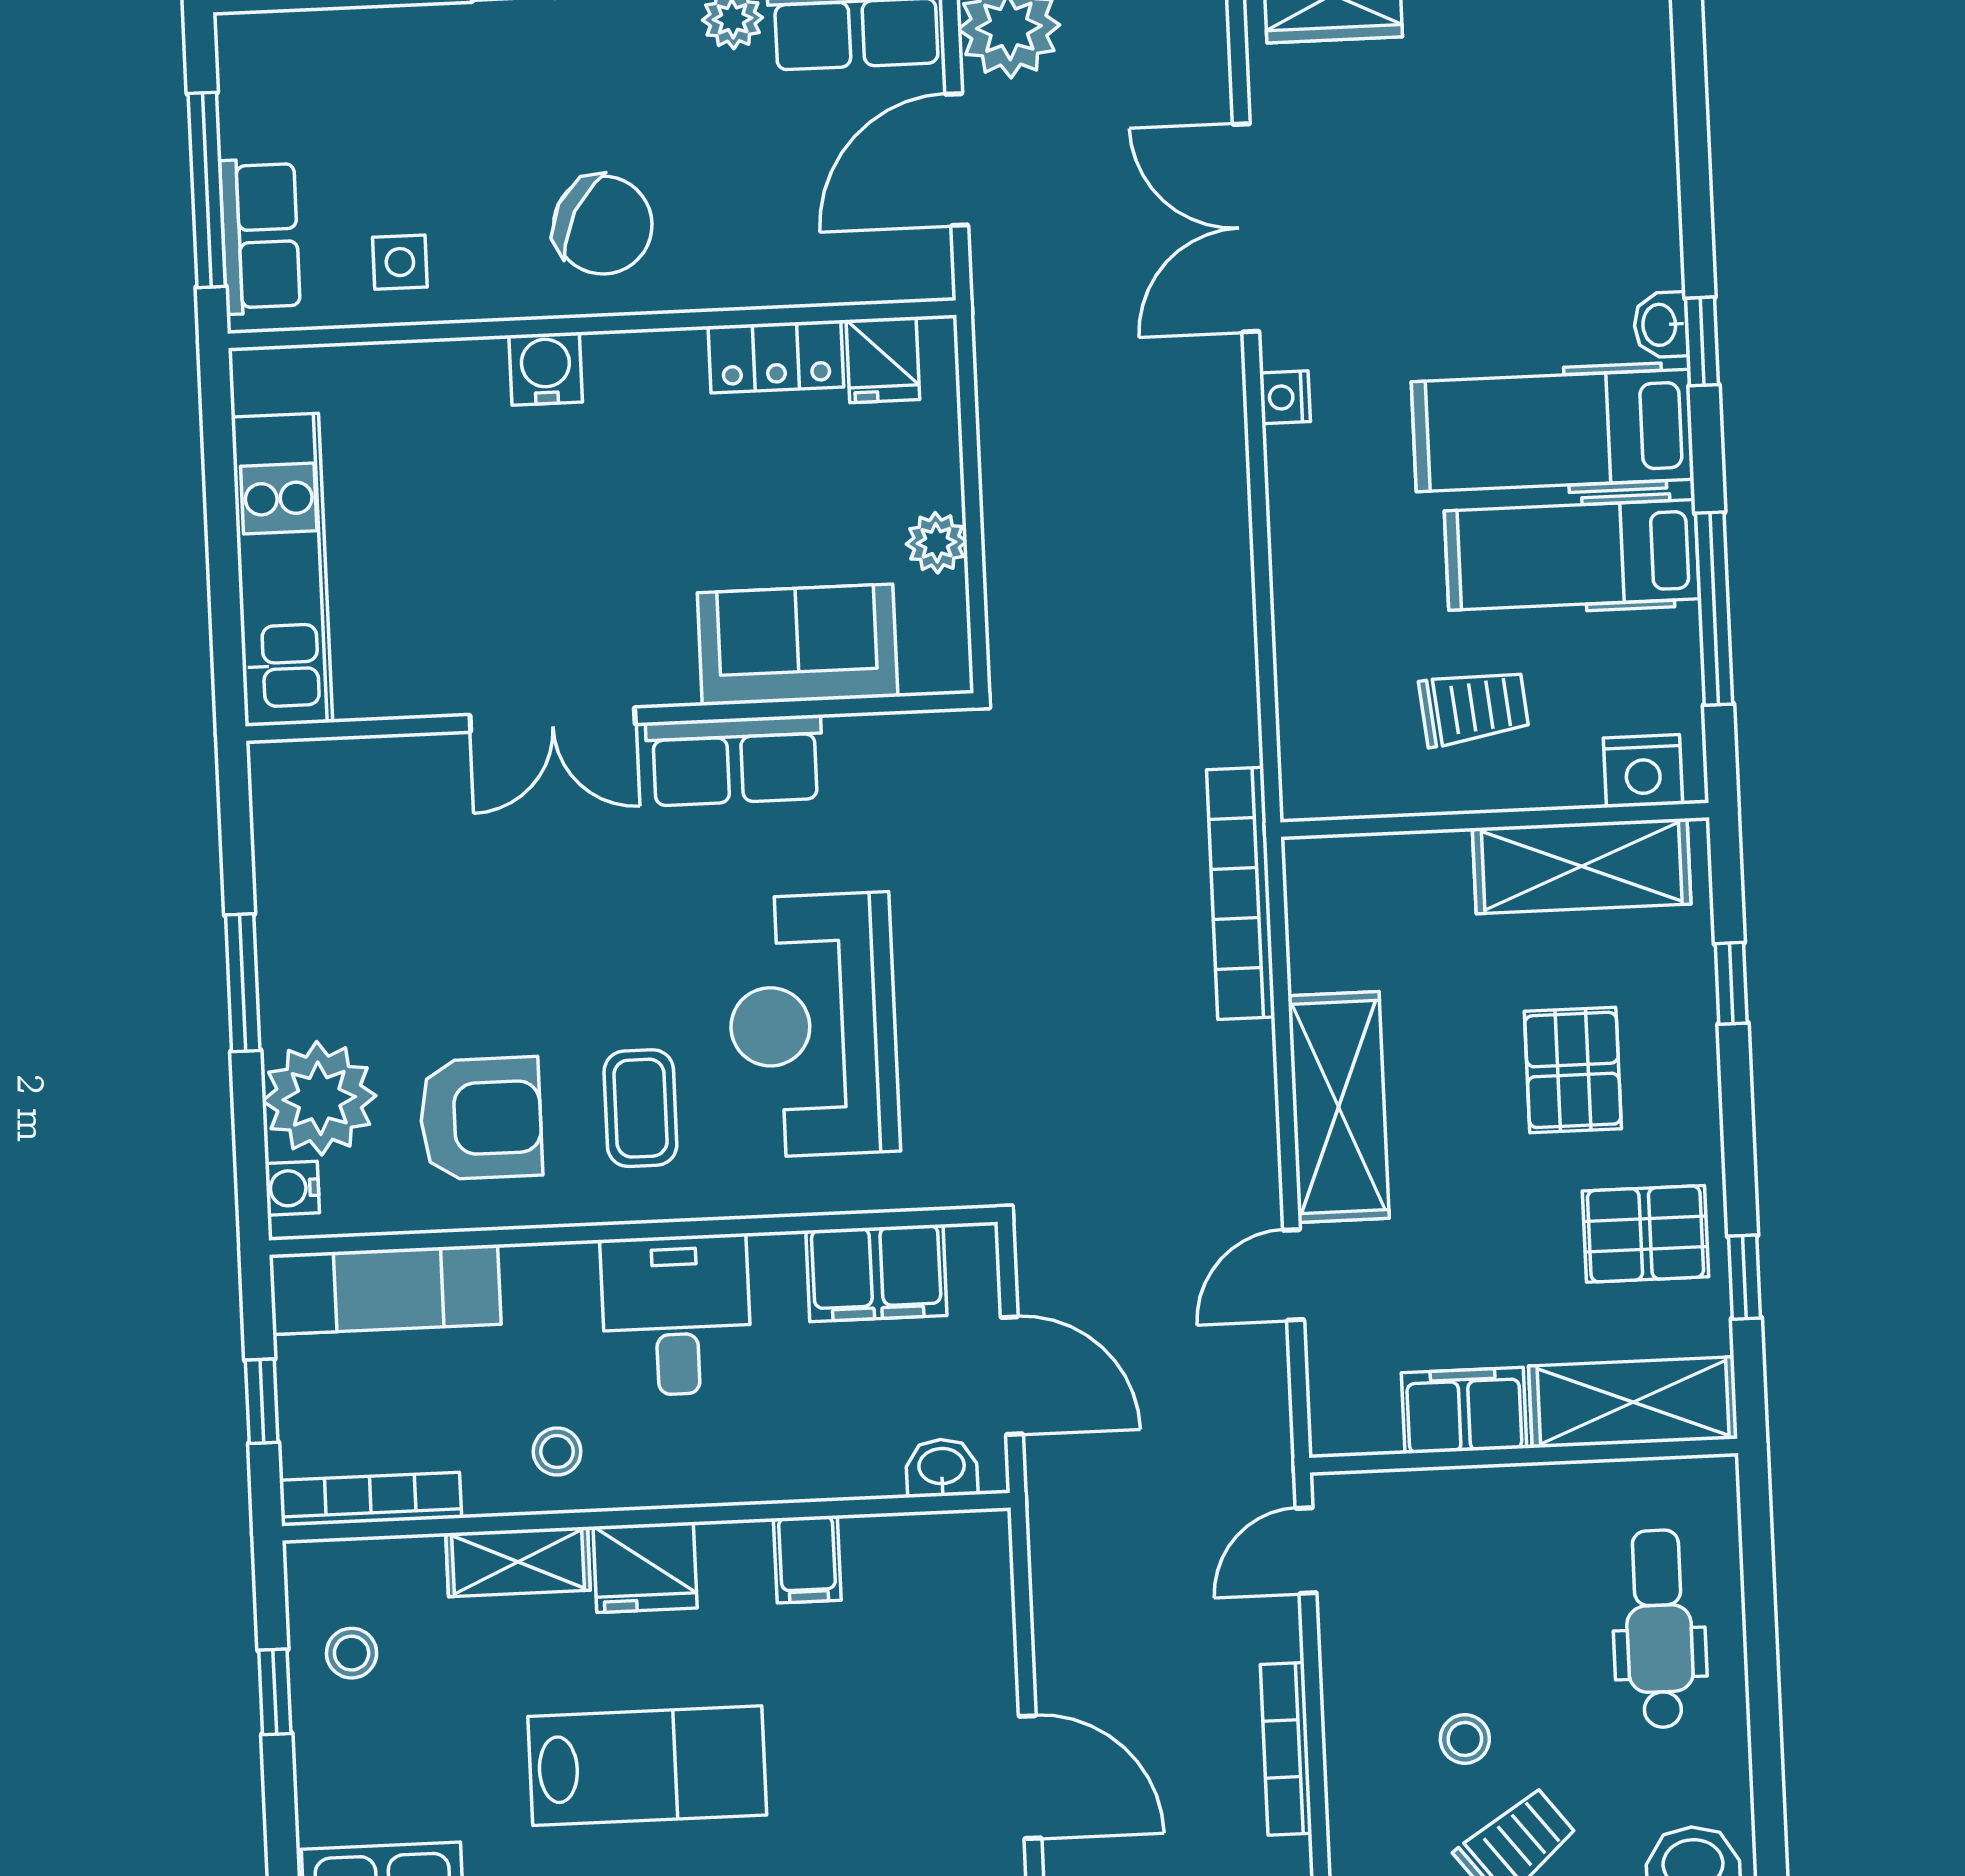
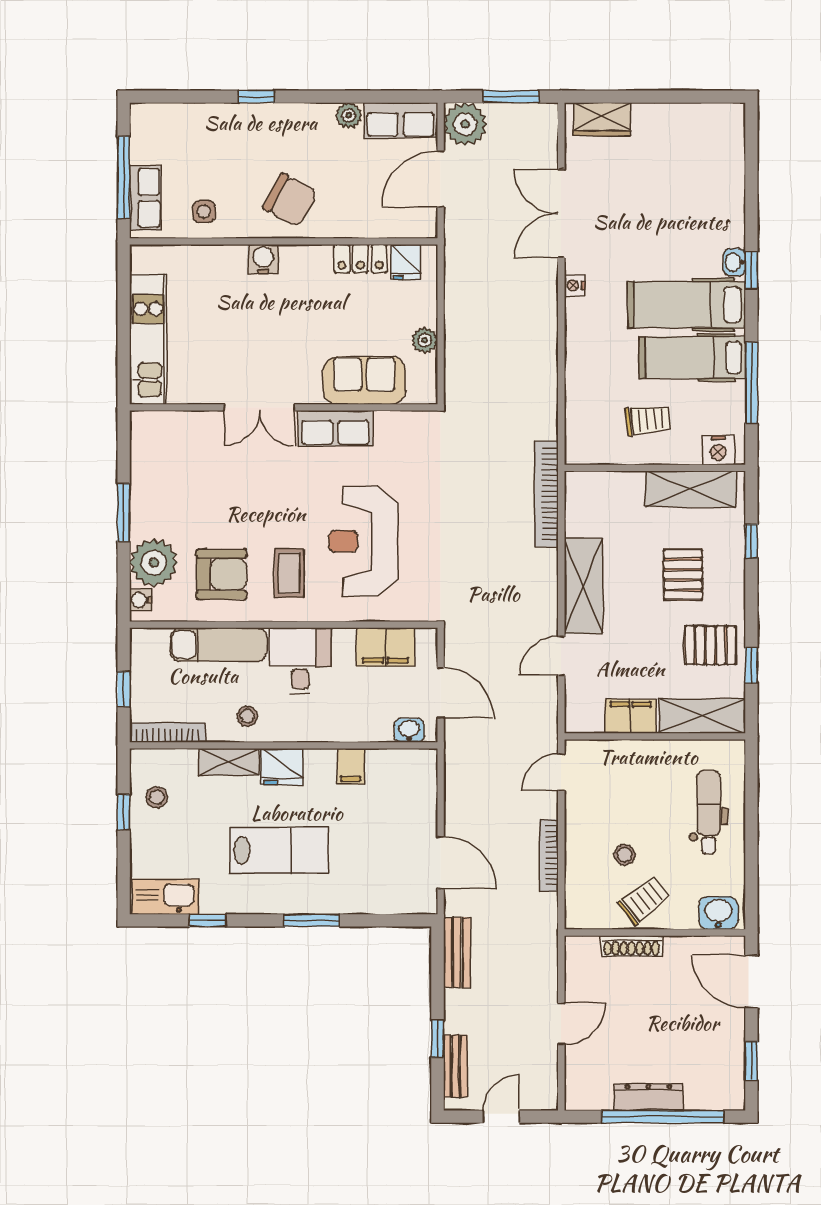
exam couch: (385, 1290) -> (219, 645), moved

